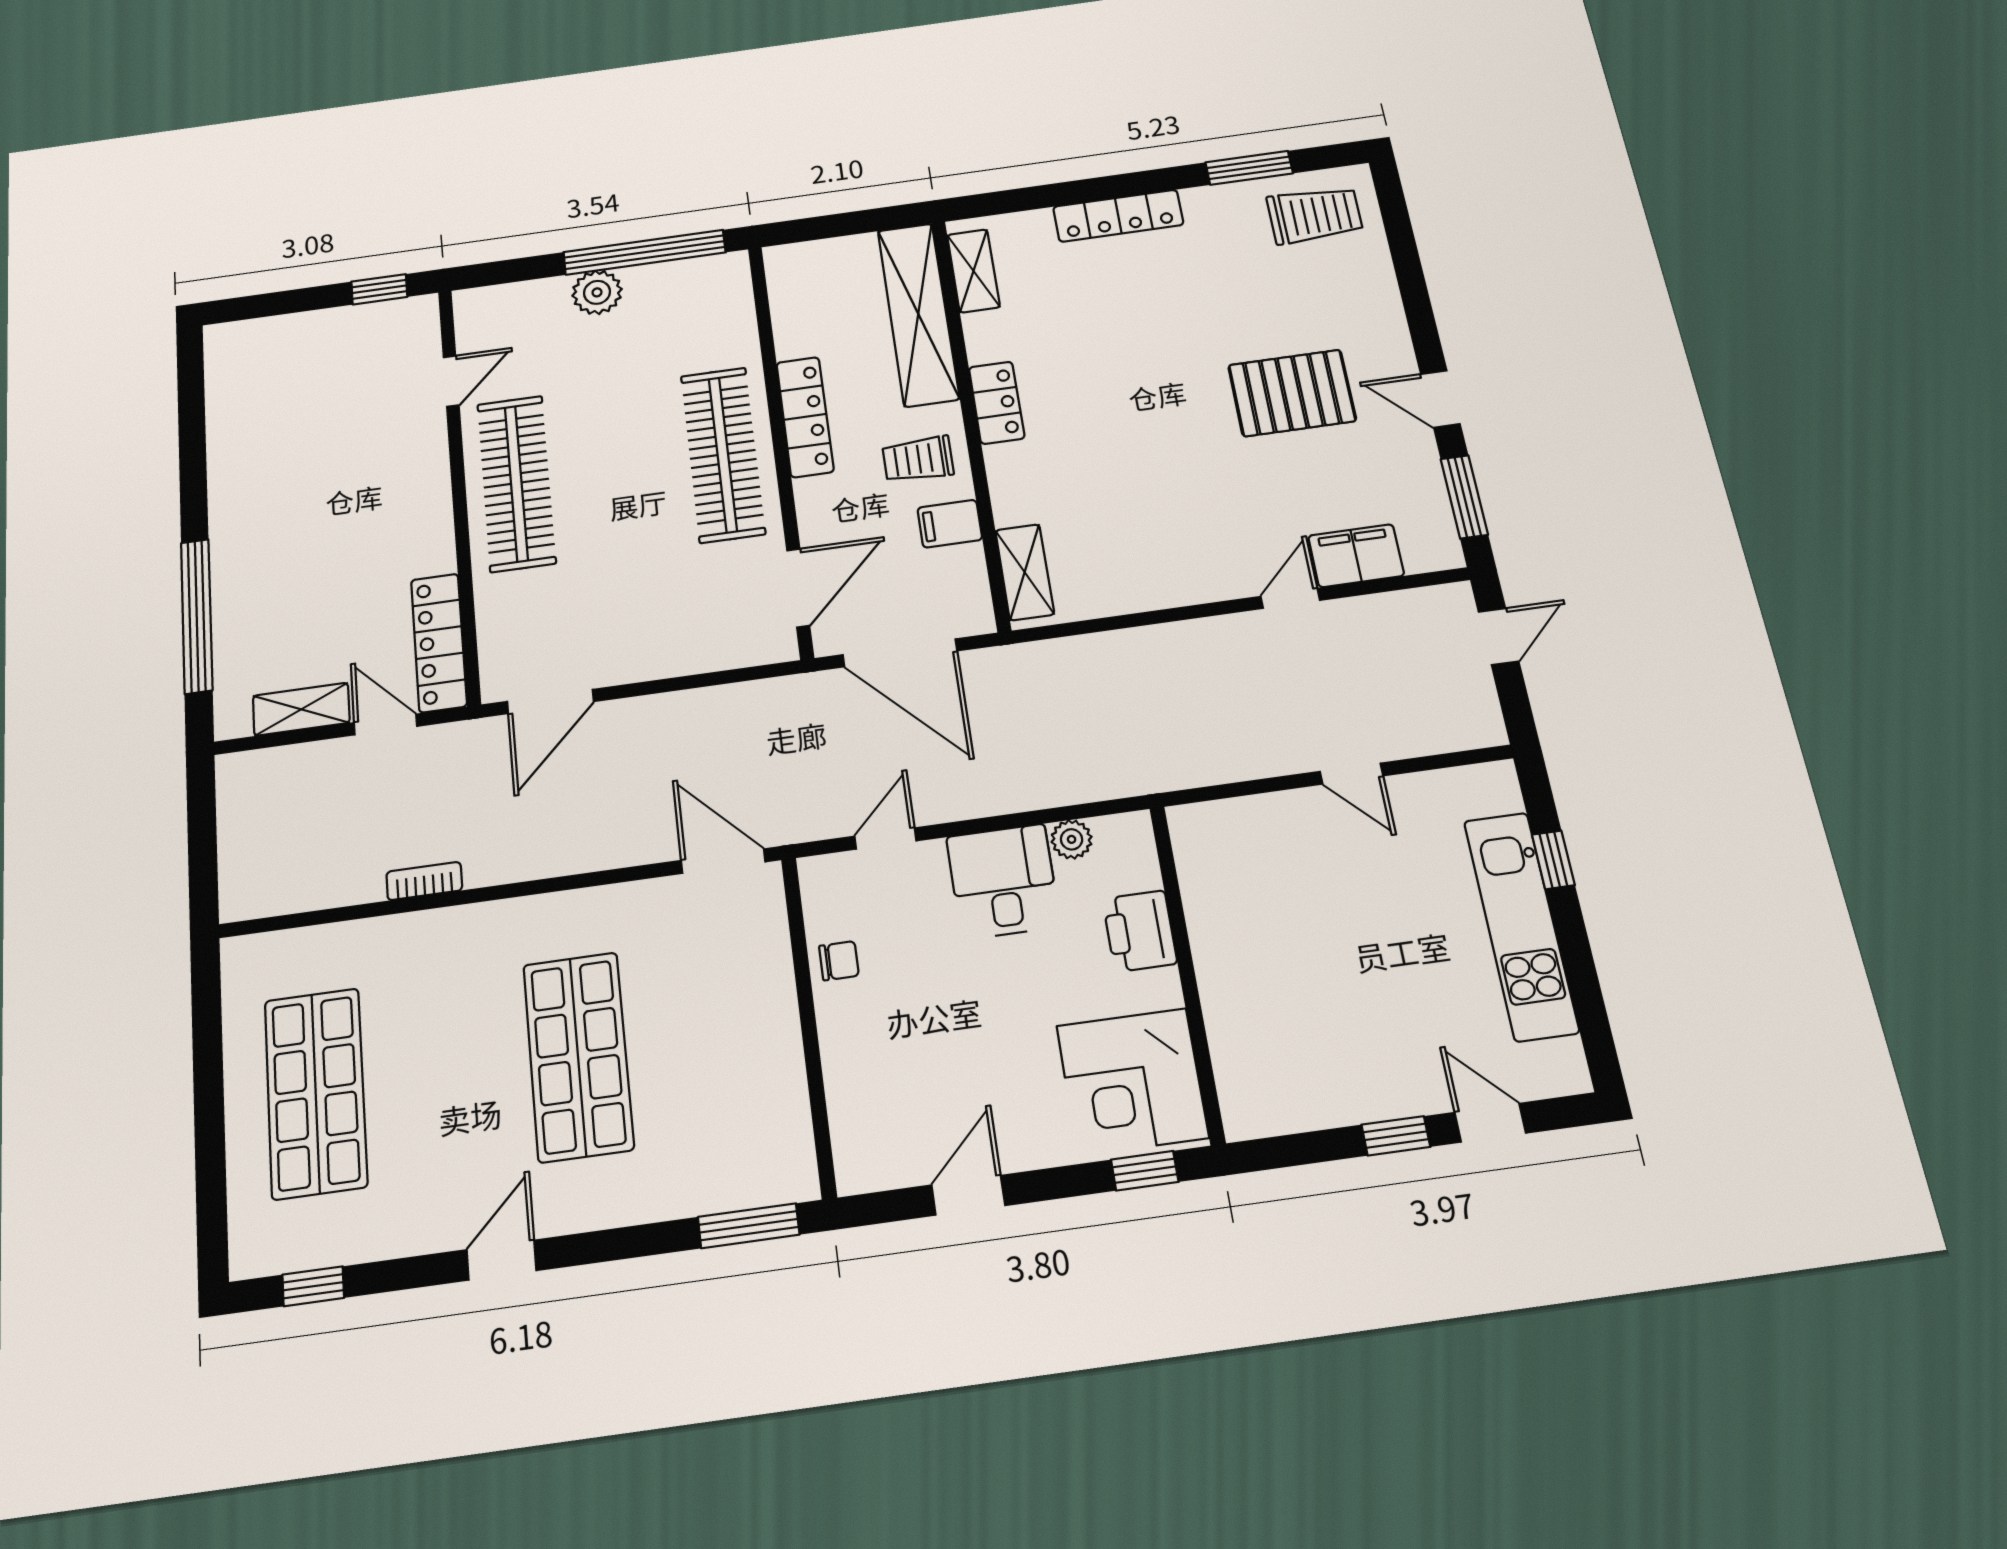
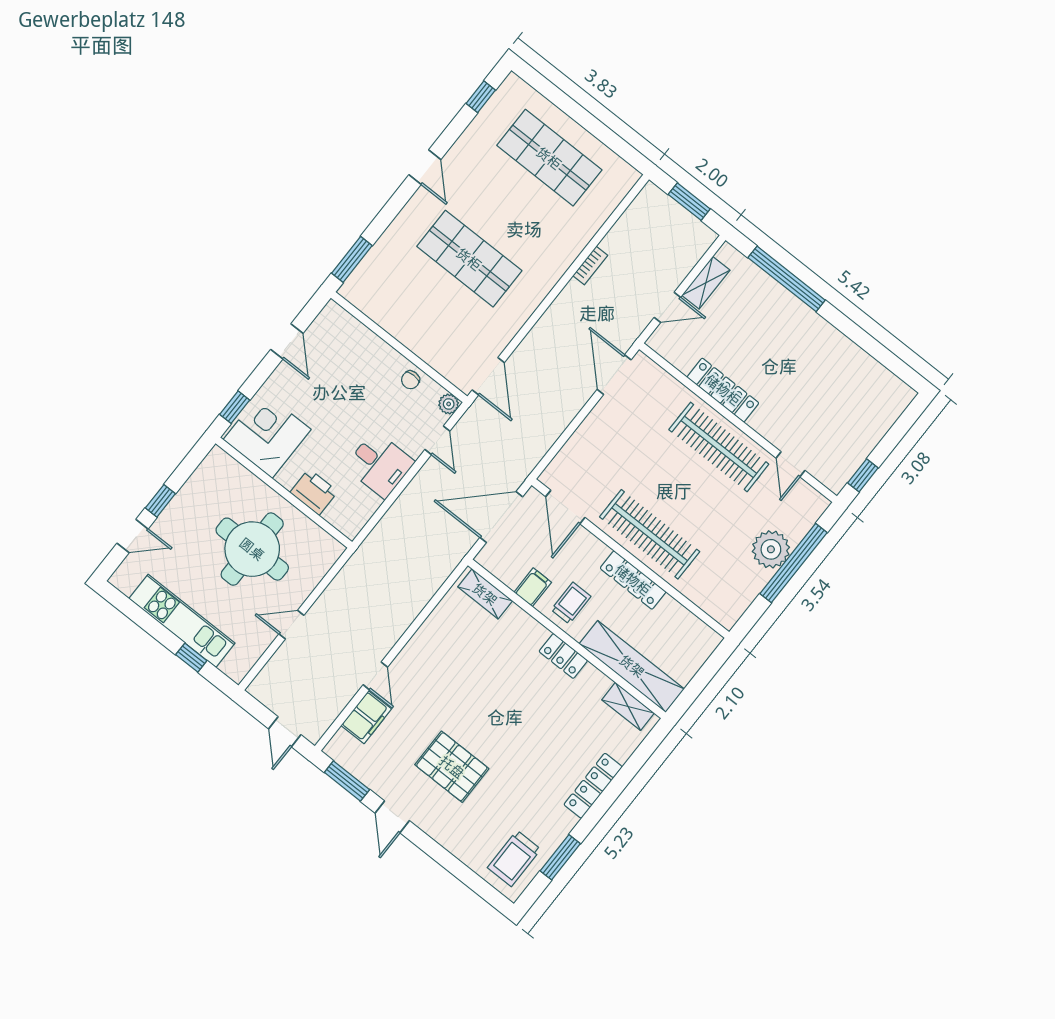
window: (644, 252) -> (794, 563), moved
plant: (597, 292) -> (771, 549), width x1.36, depth x1.36
pallet: (1292, 393) -> (452, 767), turned 90
door: (1440, 399) -> (392, 817), swing flipped
locker: (439, 643) -> (723, 390), moved
plant: (1072, 839) -> (449, 404), moved
window: (202, 840) -> (689, 202), added
door: (723, 861) -> (488, 376), hinge flipped
round table: (1313, 933) -> (252, 549), added

